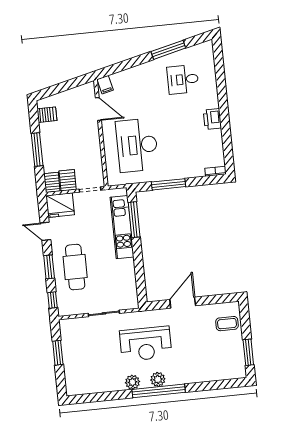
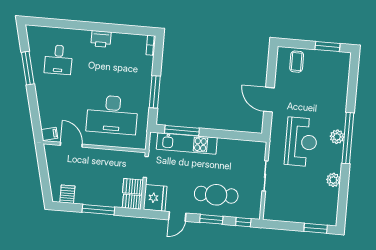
door: (98, 109) -> (71, 145), hinge flipped
window: (58, 353) -> (316, 228), moved
plant: (132, 382) -> (333, 180), moved

